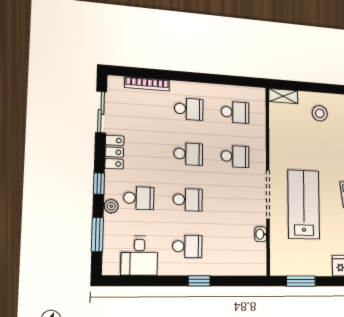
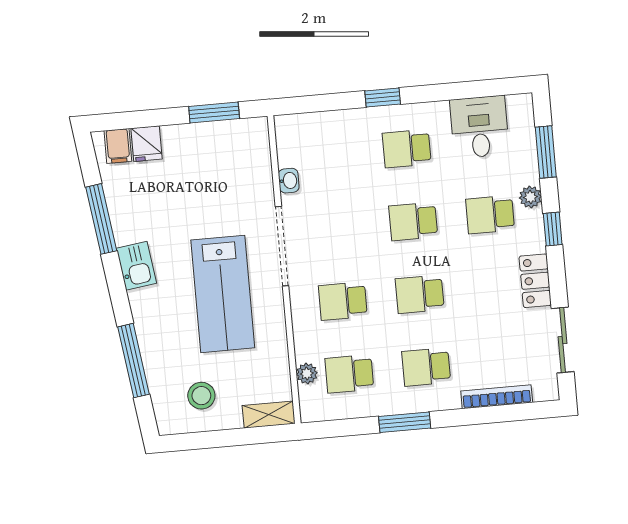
window: (205, 78) -> (405, 422), added
plant: (260, 116) -> (307, 374), added
lab bench: (304, 204) -> (223, 294), moved

